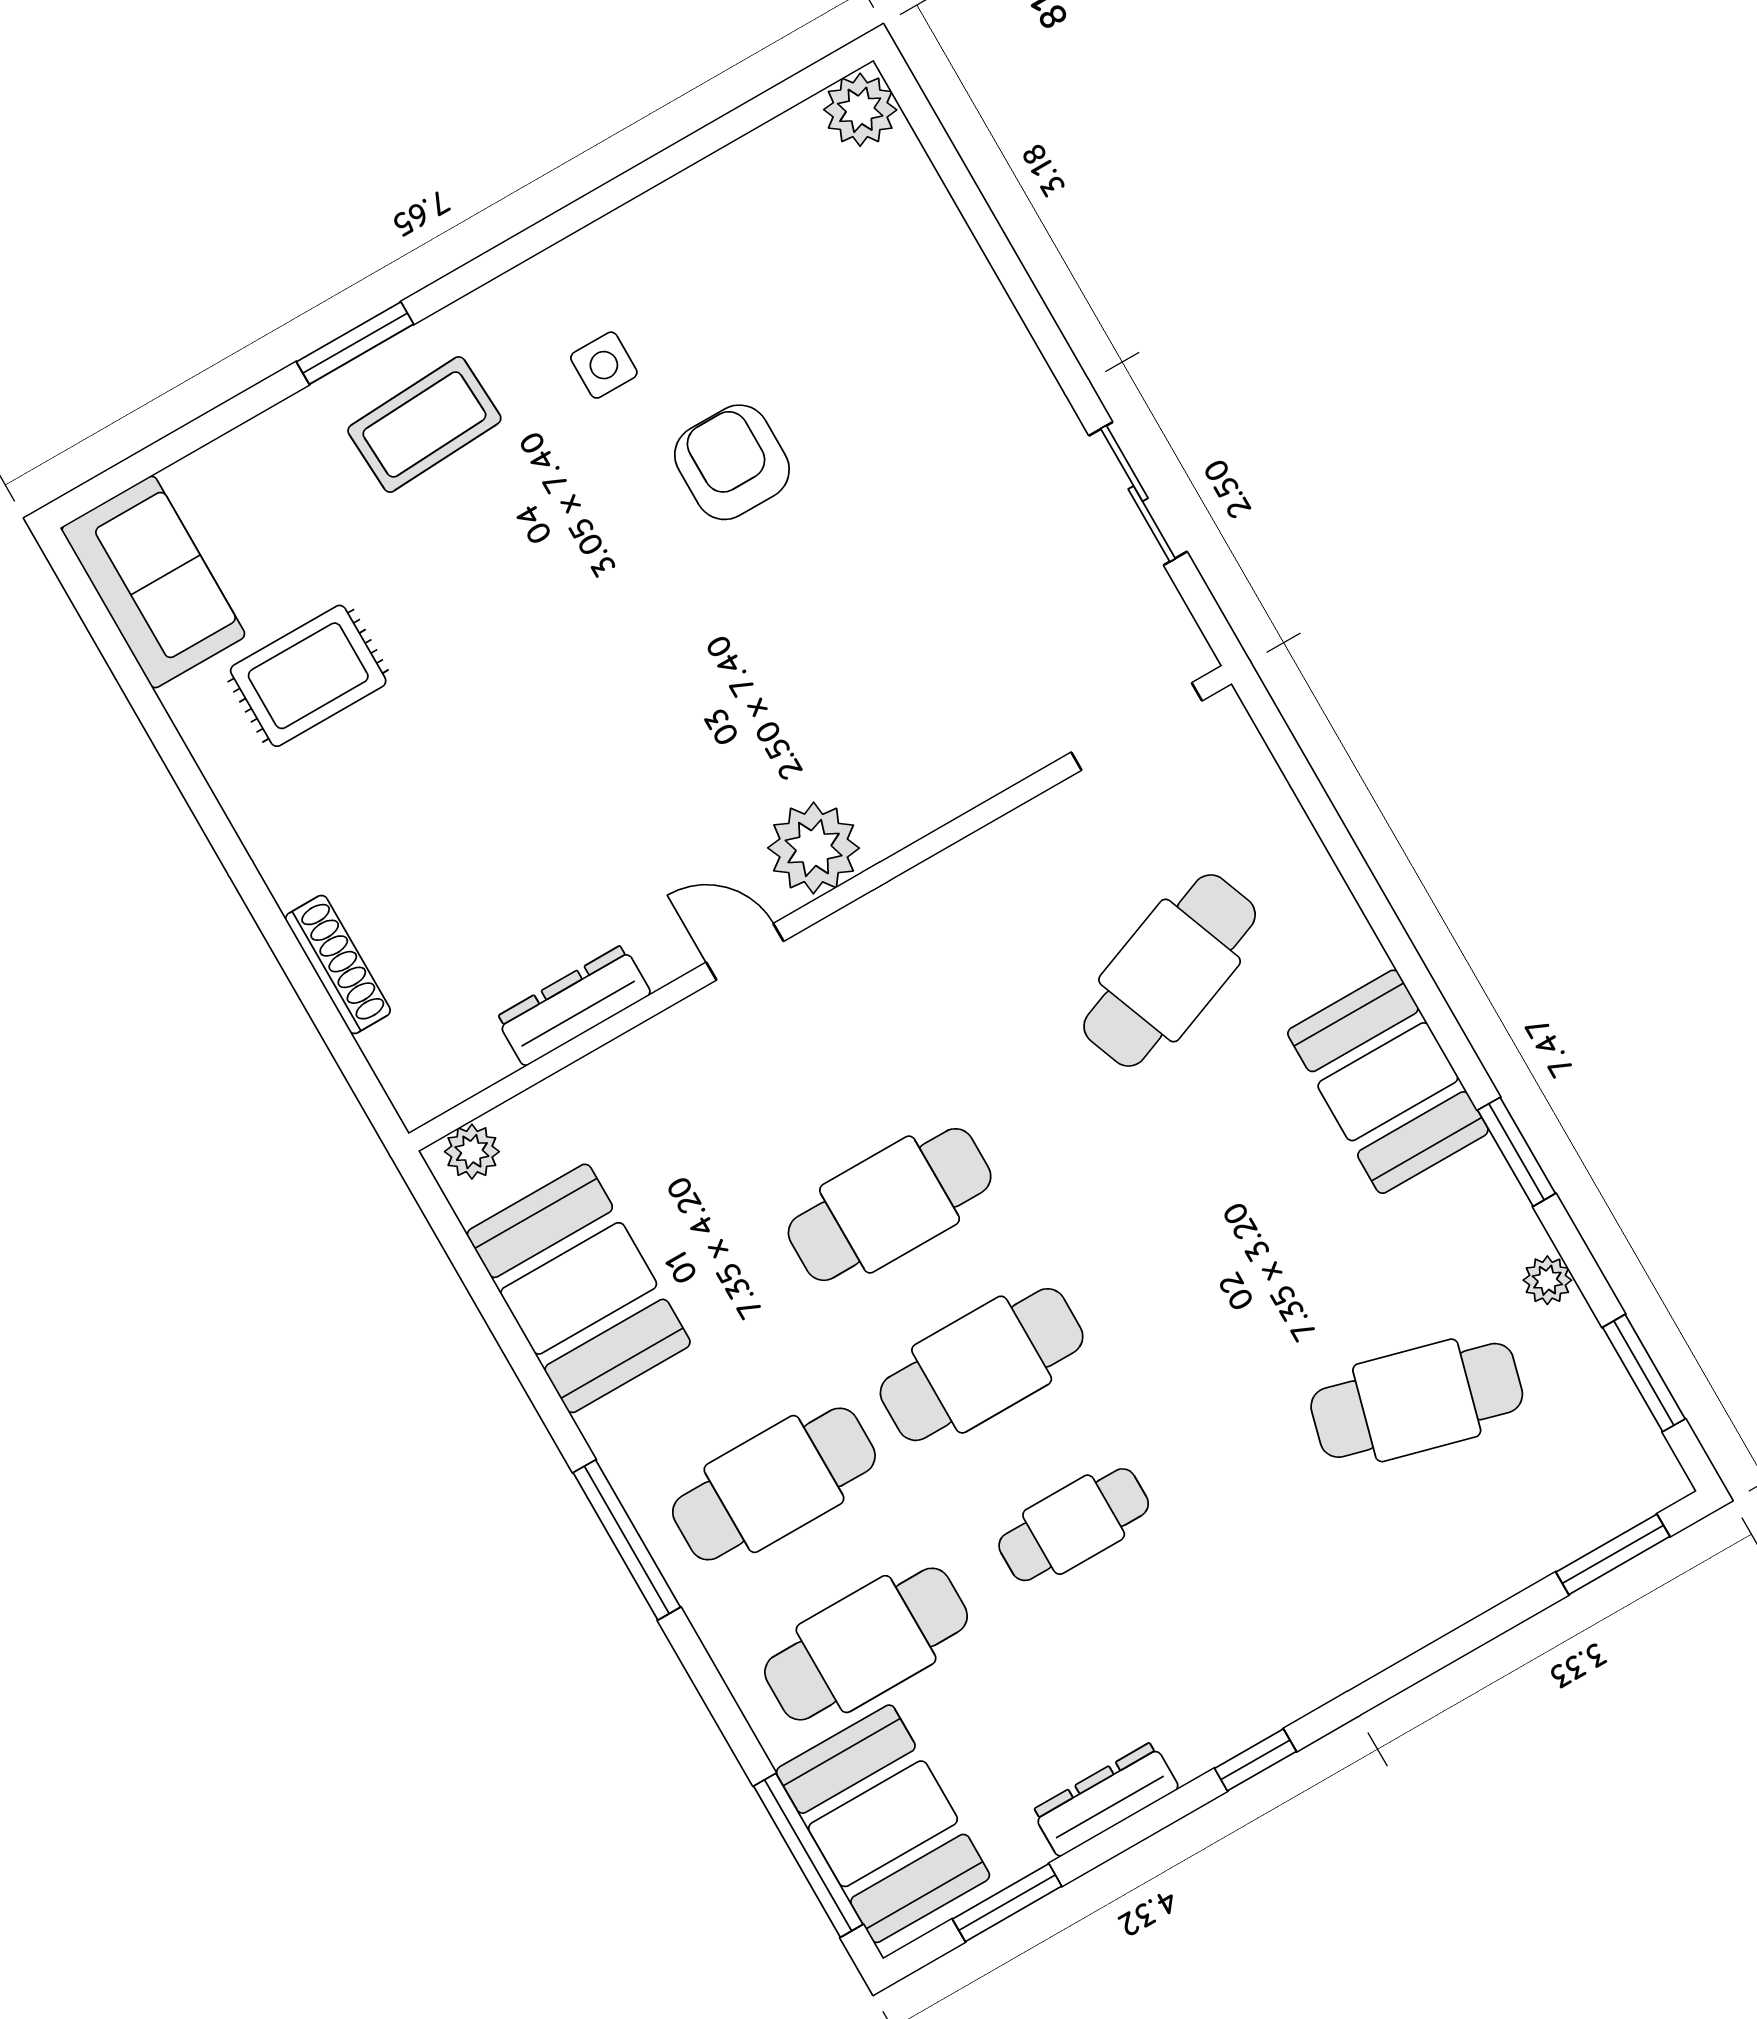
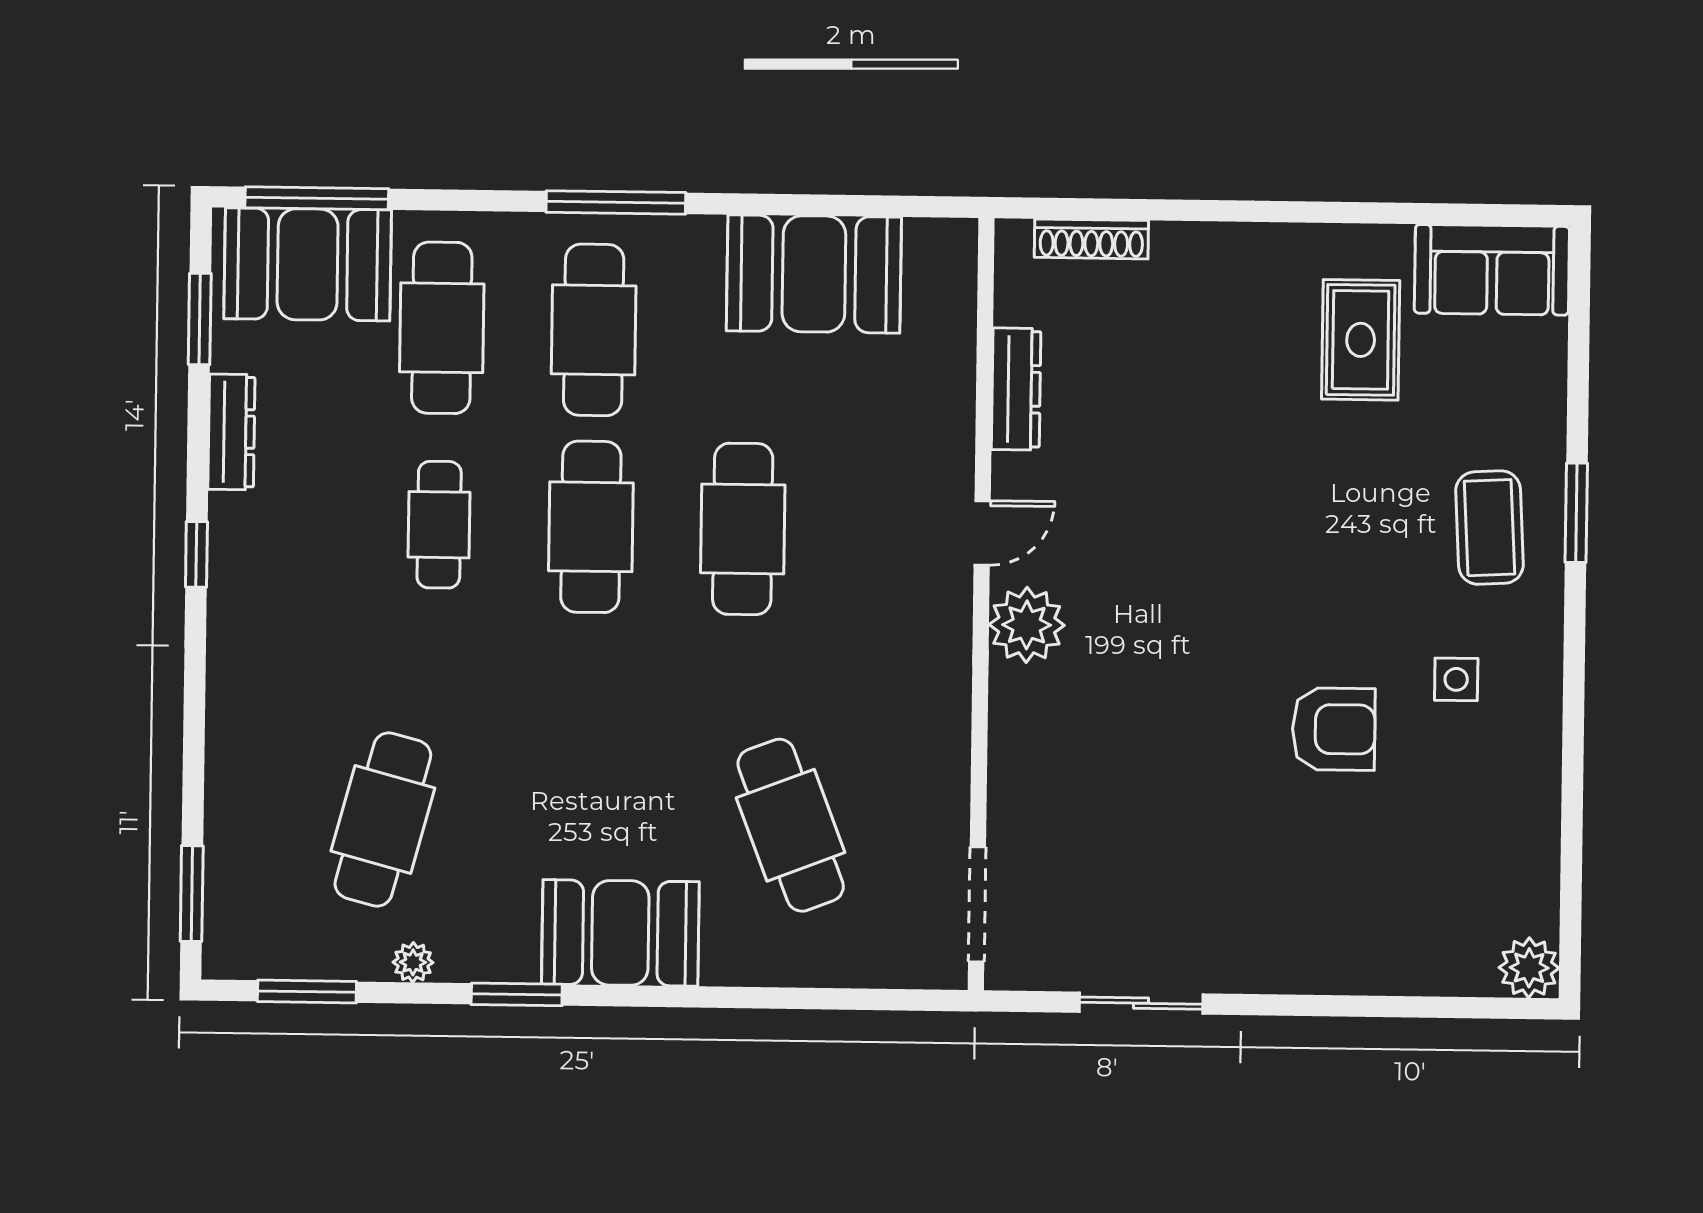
shoe rack: (338, 964) -> (1091, 239), moved
plant: (472, 1152) -> (955, 256), removed

